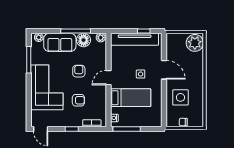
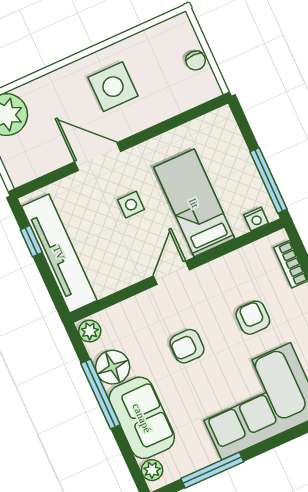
door: (164, 70) -> (98, 157), hinge flipped
door: (109, 78) -> (172, 273), swing flipped
side table: (180, 97) -> (113, 87), moved

